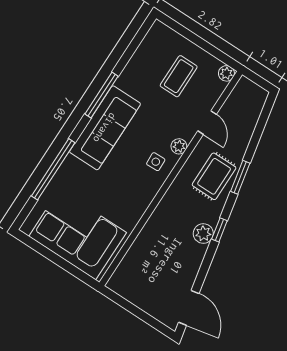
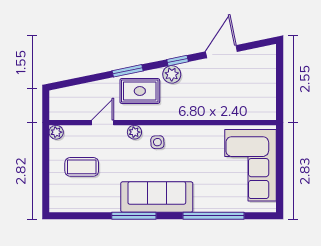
plant: (203, 234) -> (172, 74), moved
door: (189, 308) -> (221, 52), moved

